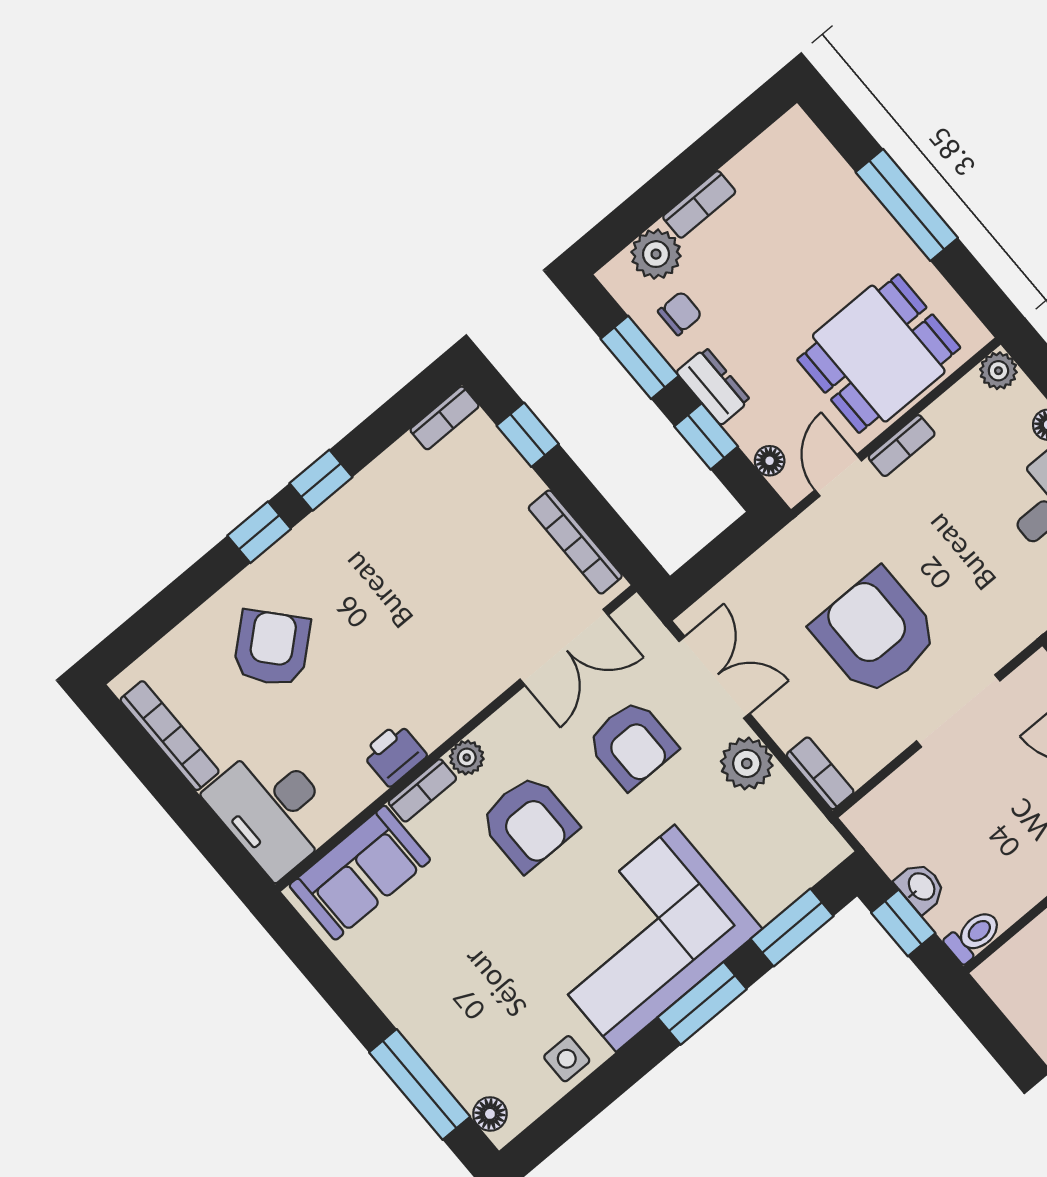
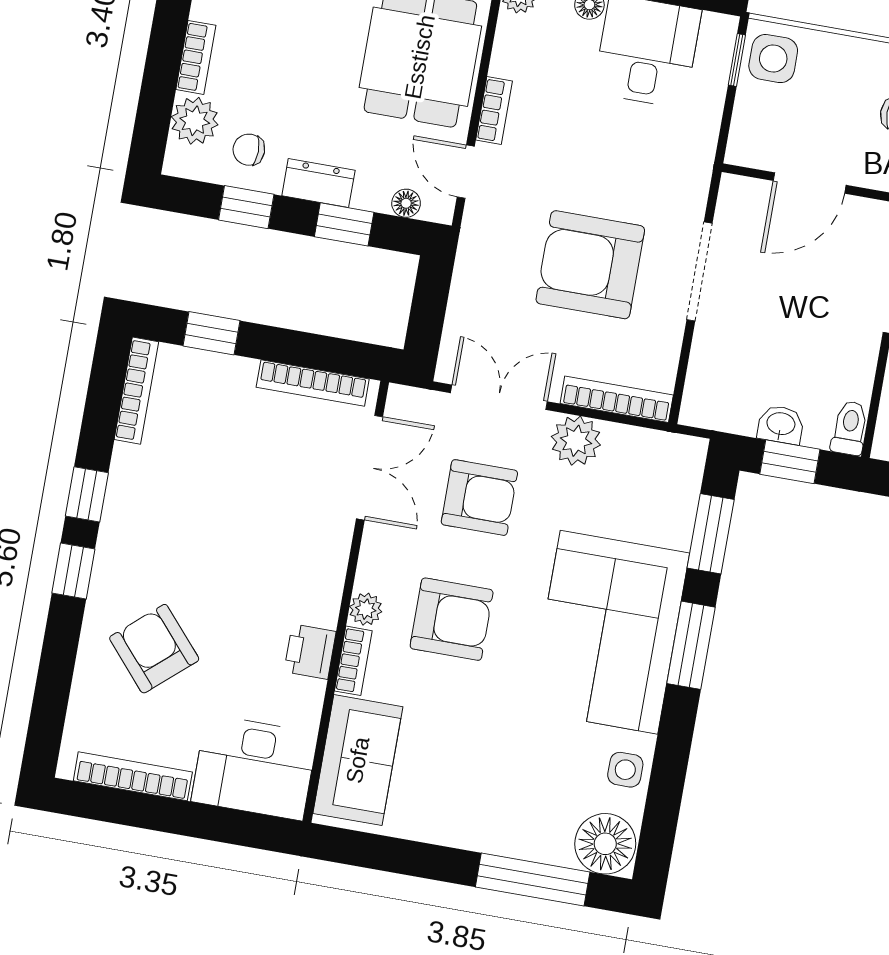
chair: (680, 313) -> (249, 150), turned -90
window: (640, 357) -> (246, 207), width x0.67
bookcase: (445, 418) -> (136, 391), width x1.56
bookcase: (820, 773) -> (617, 399), width x1.56
floor lamp: (490, 1114) -> (605, 844), width x1.89, depth x1.89

